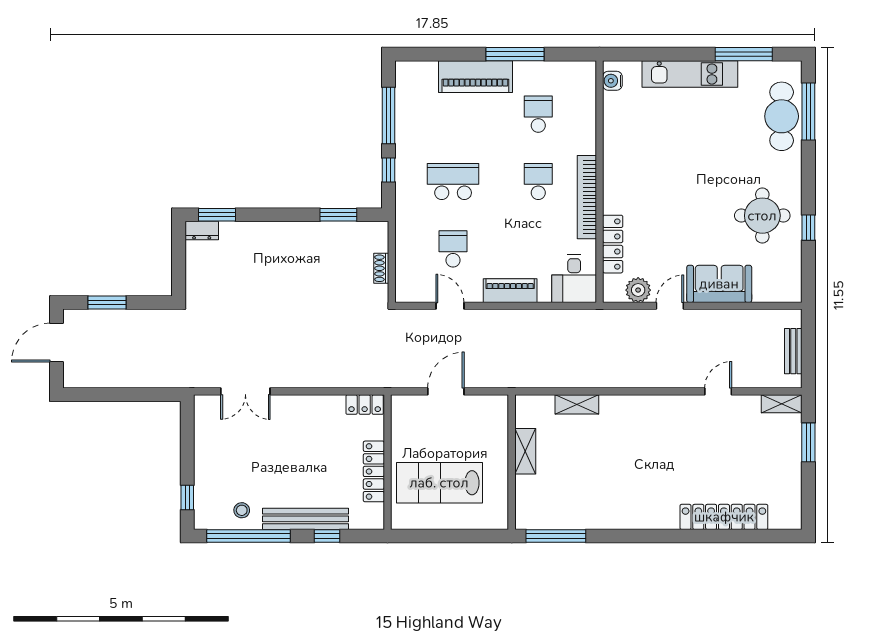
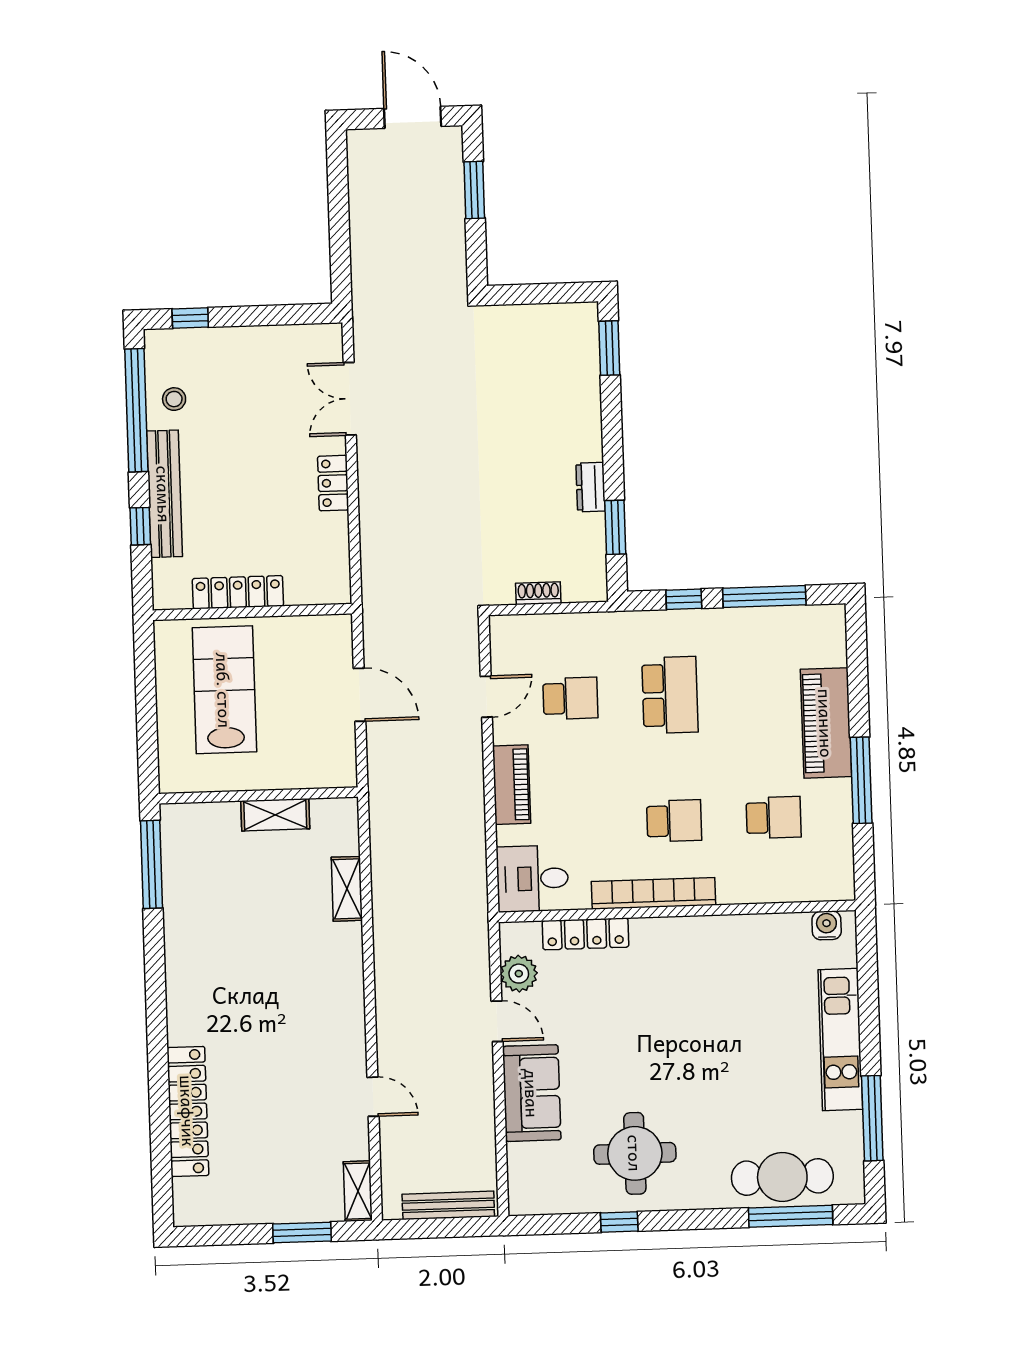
dresser: (202, 231) -> (591, 487), moved
bench: (793, 351) -> (448, 1205), width x1.36
locker: (365, 405) -> (333, 483), moved

